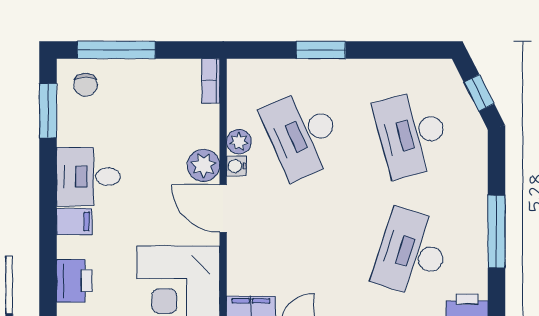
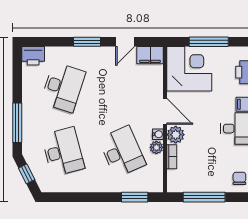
window: (116, 50) -> (204, 197), moved
window: (321, 50) -> (135, 197), moved
bookcase: (211, 81) -> (172, 157), moved
window: (496, 232) -> (17, 123), moved

